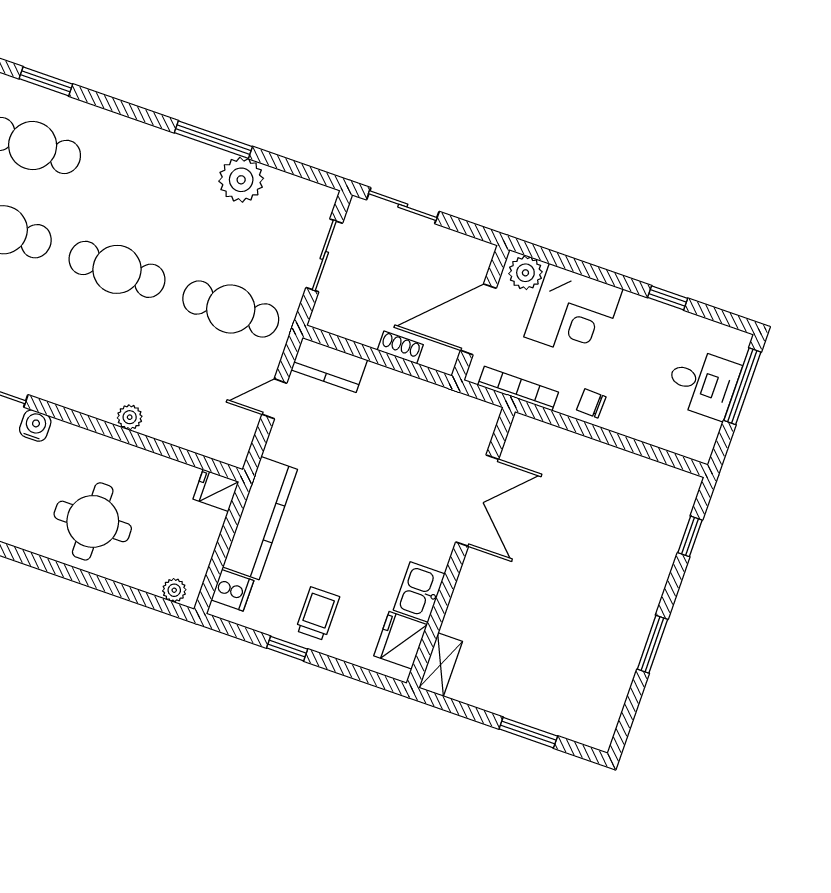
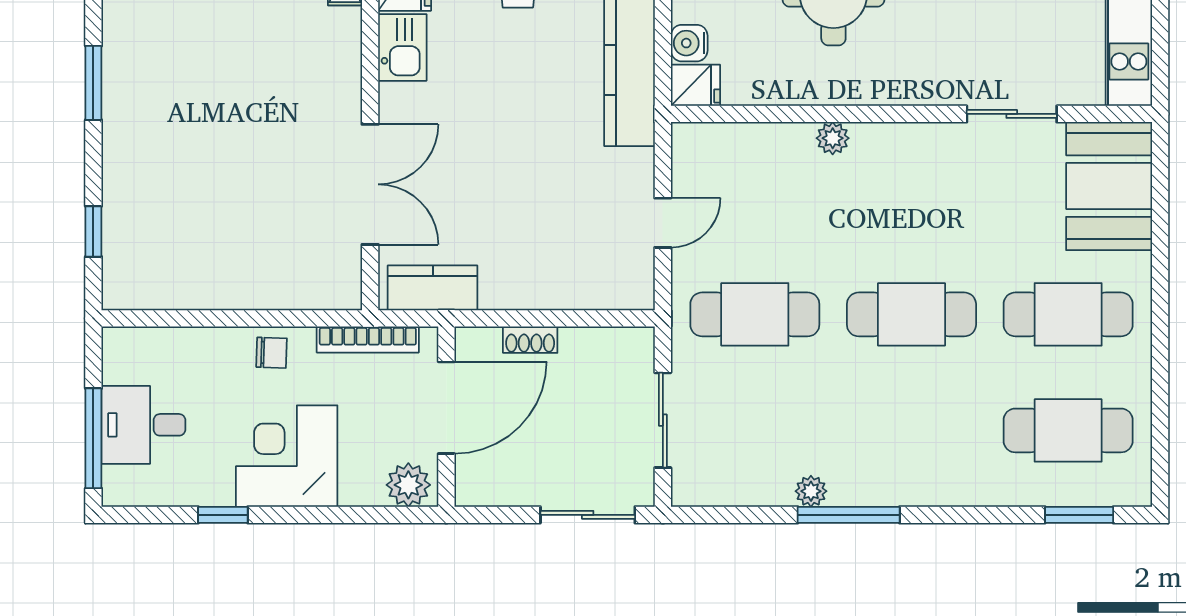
plant: (241, 180) -> (811, 491), width x0.53, depth x0.53
corner desk: (573, 313) -> (287, 456), moved
kitchen counter: (329, 365) -> (433, 288), moved
water cooler: (35, 426) -> (689, 43), moved, turned 90
double door: (477, 501) -> (370, 184), swing flipped

